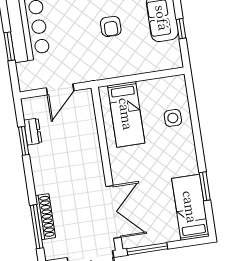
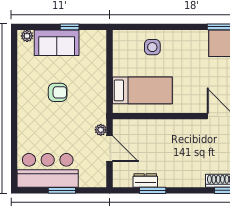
plant: (79, 77) -> (101, 130), added

